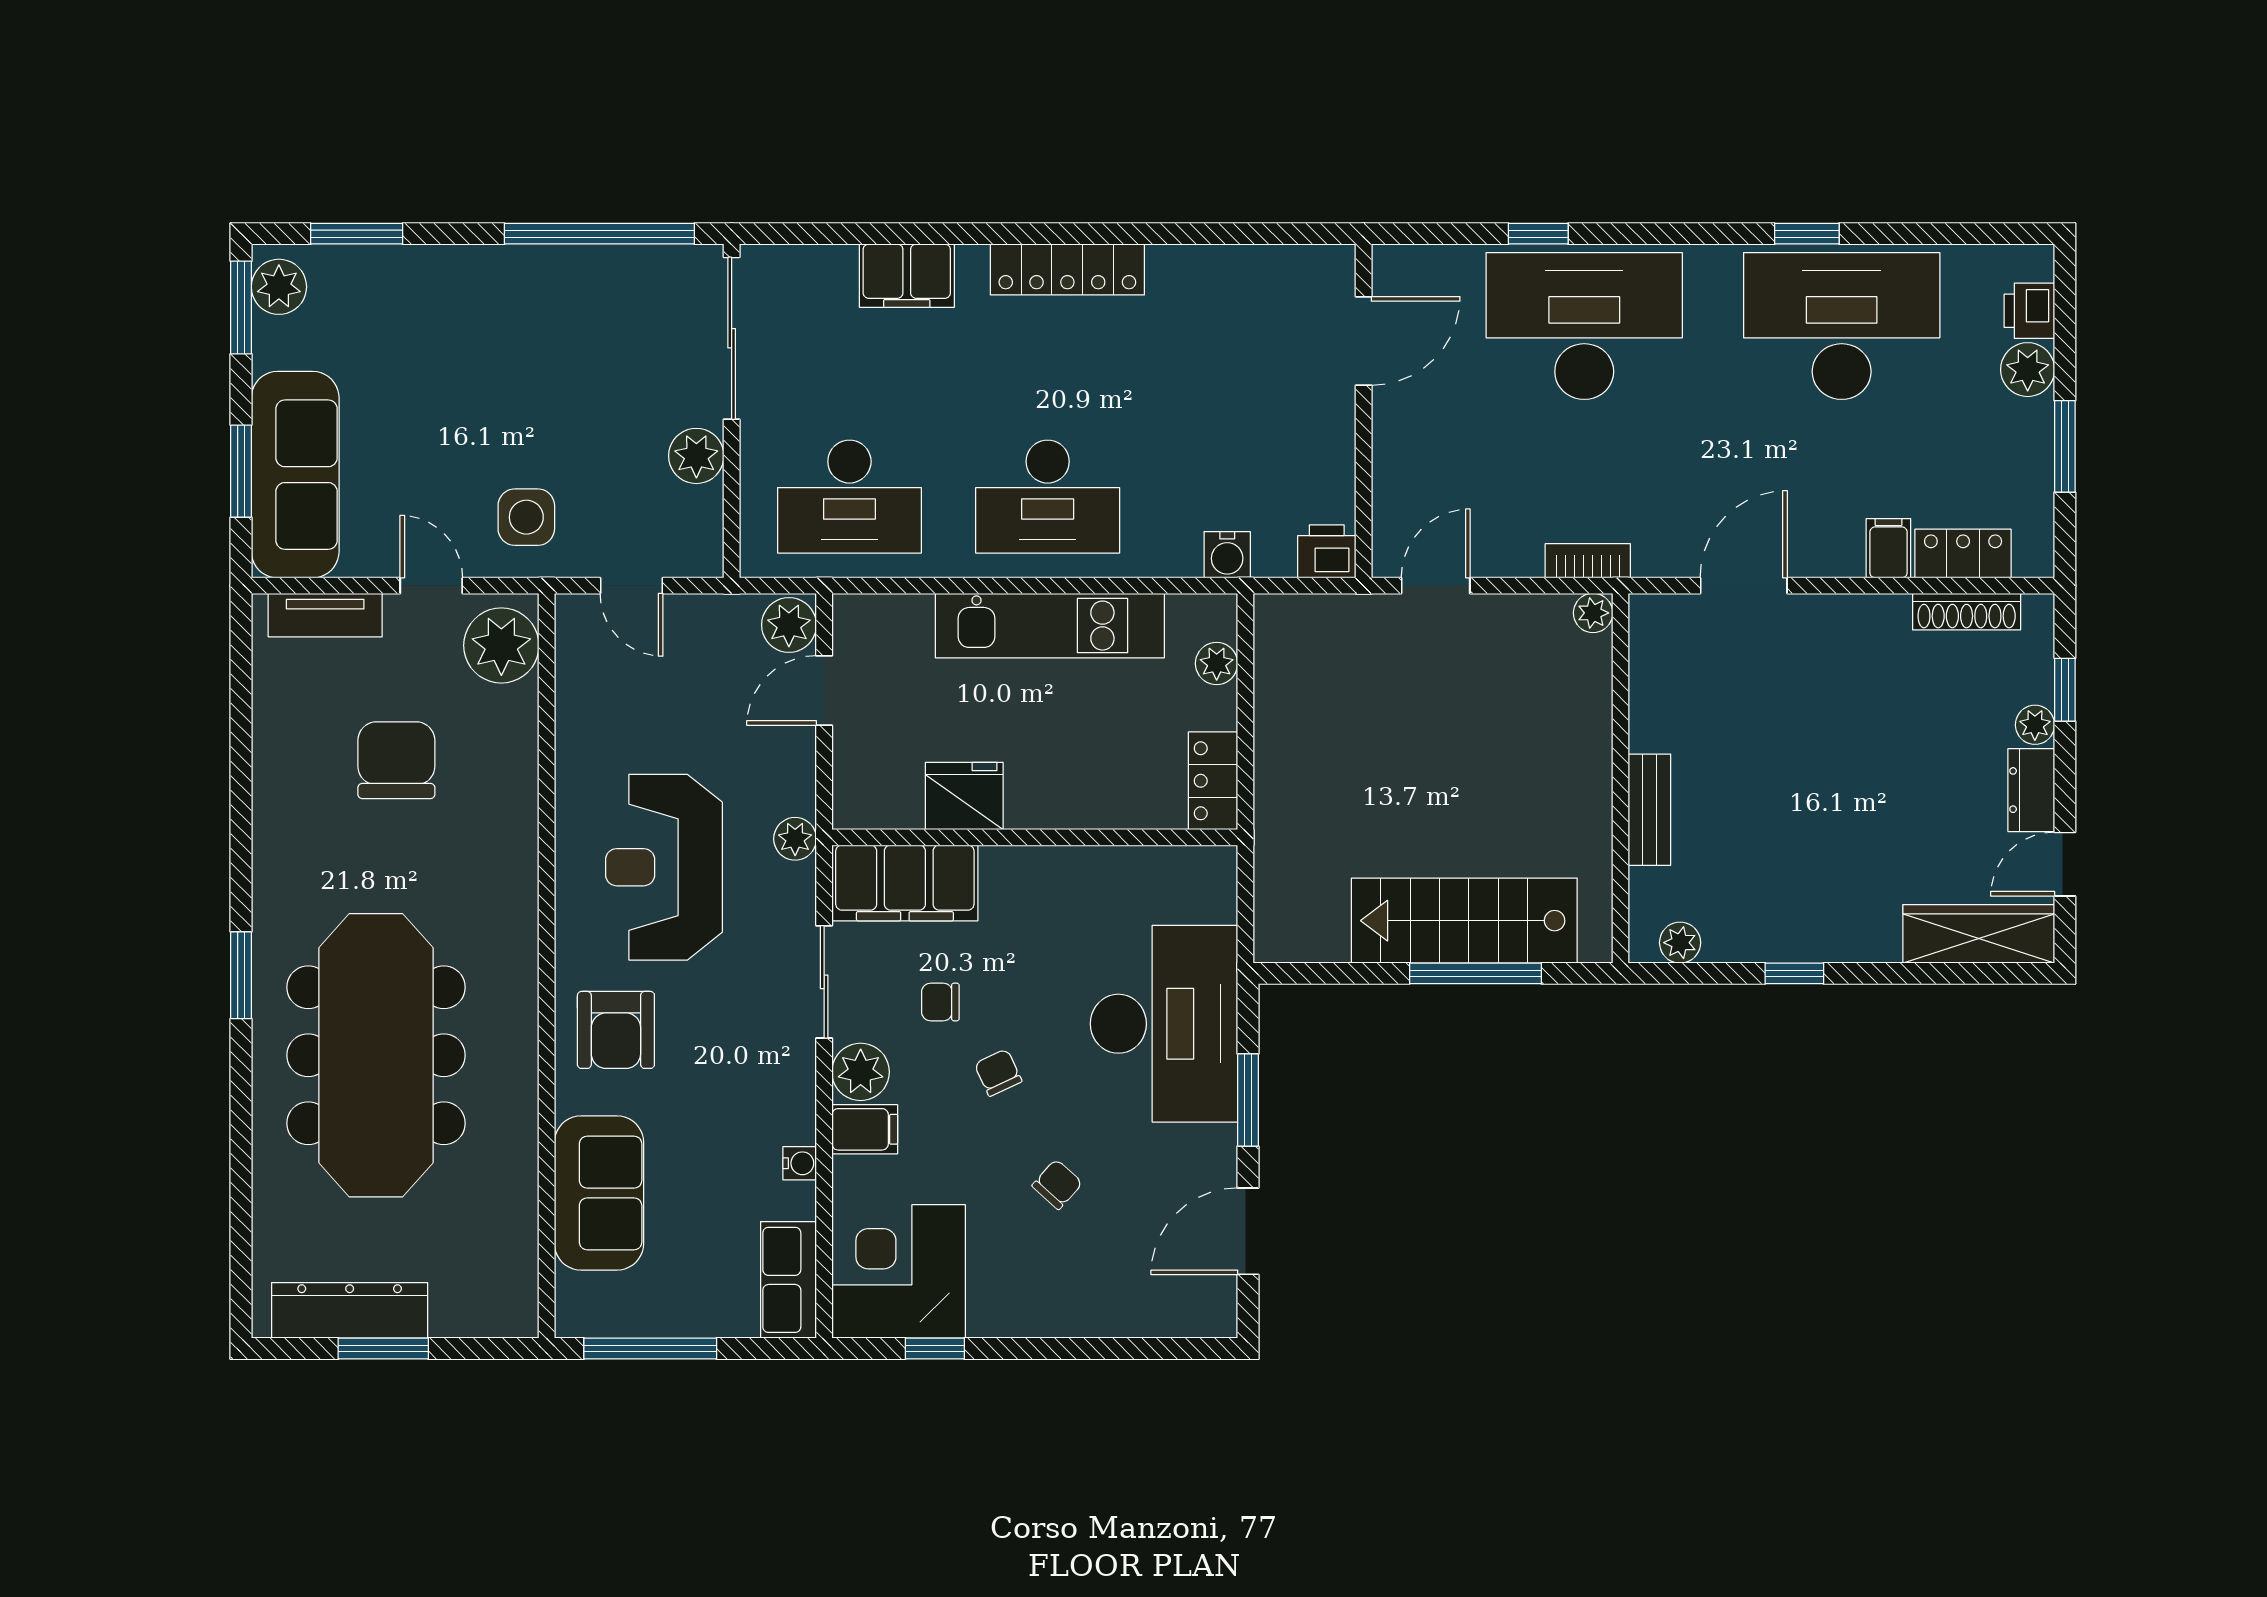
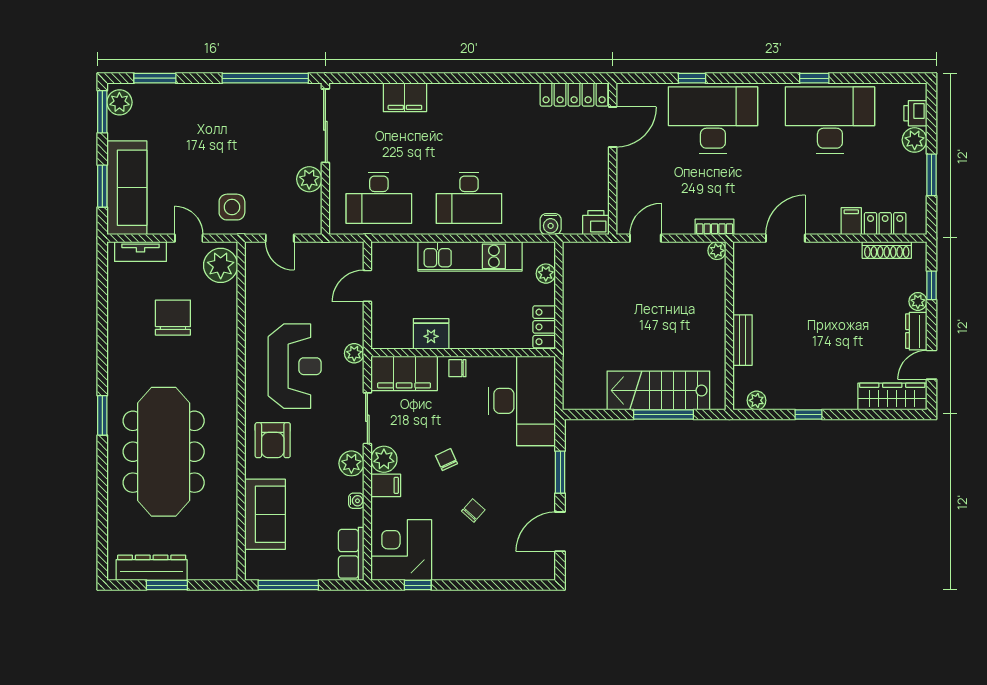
locker: (1067, 269) -> (574, 94), moved
plant: (789, 625) -> (351, 463), moved
reception desk: (664, 867) -> (295, 366), turned 180
chair: (940, 1002) -> (457, 368), moved
desk: (1164, 1024) -> (522, 401), moved

